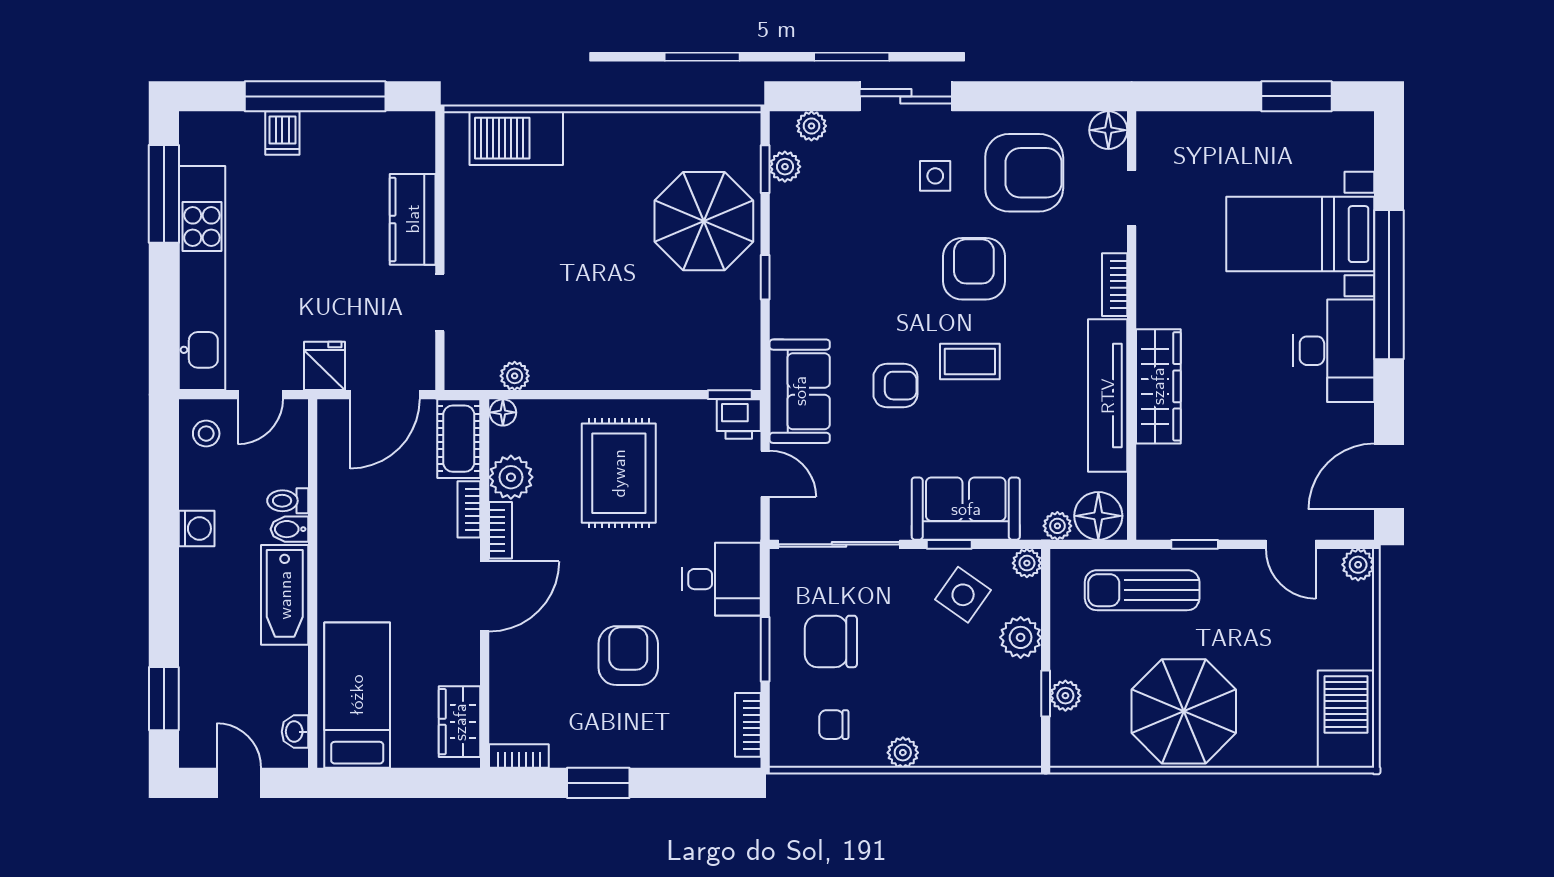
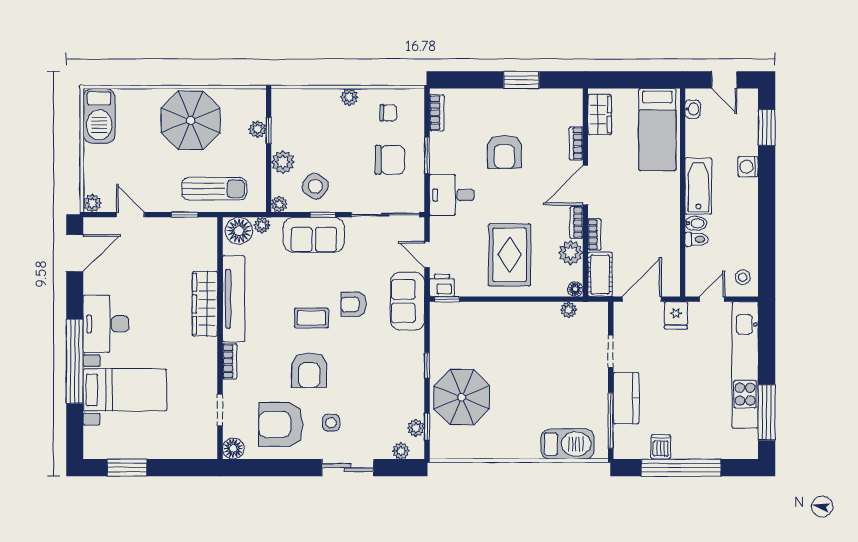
dishwasher: (282, 133) -> (661, 447), moved
window: (440, 180) -> (611, 421), added
washing machine: (197, 529) -> (748, 167), moved
bookcase: (519, 756) -> (576, 143), moved, turned 90

